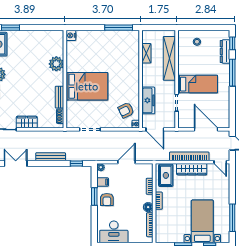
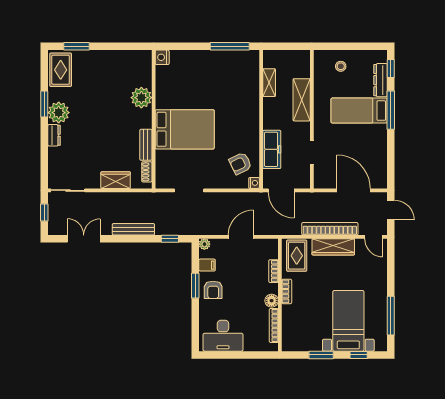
shelving: (169, 58) -> (302, 100), width x0.68
bed: (198, 84) -> (359, 111), moved, turned 180
wardrobe: (27, 122) -> (116, 180), moved

